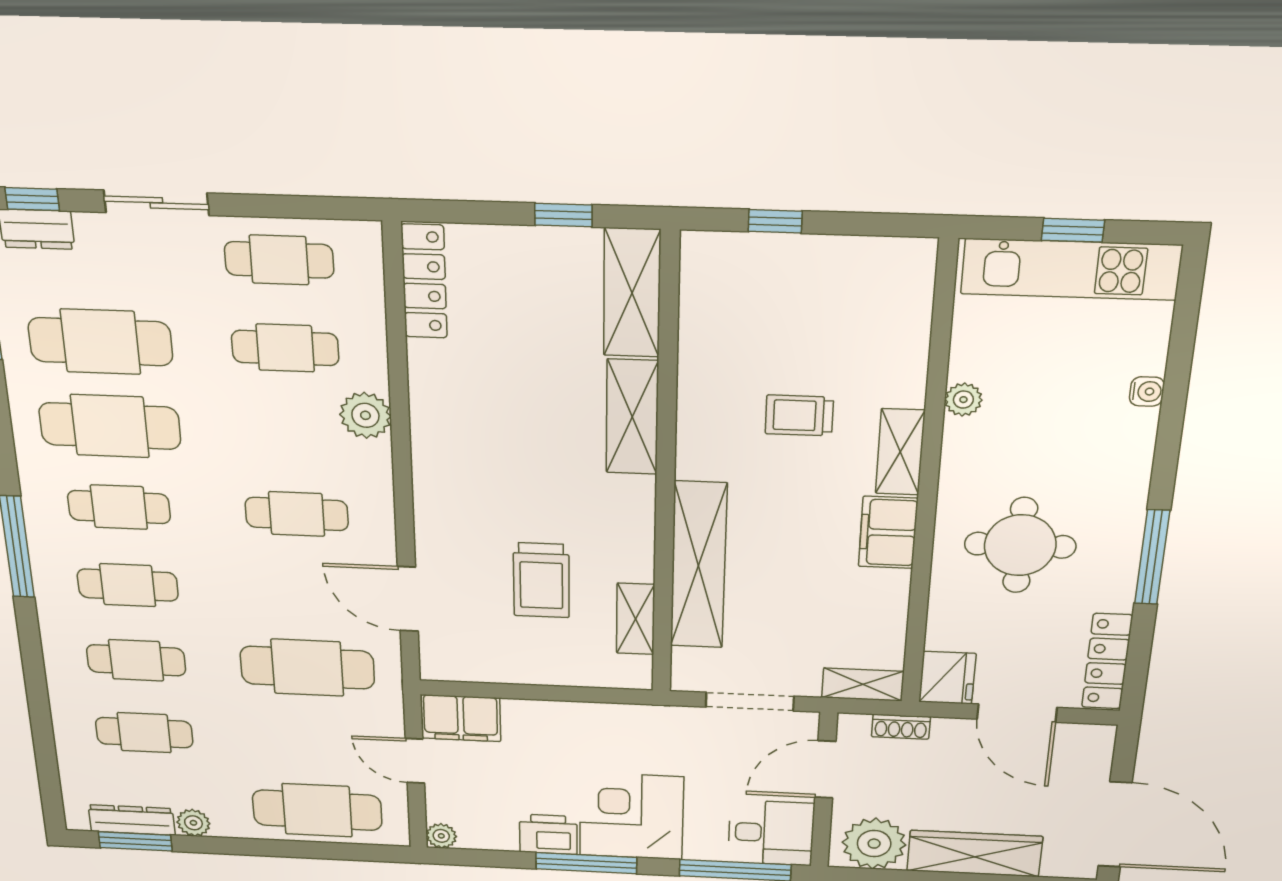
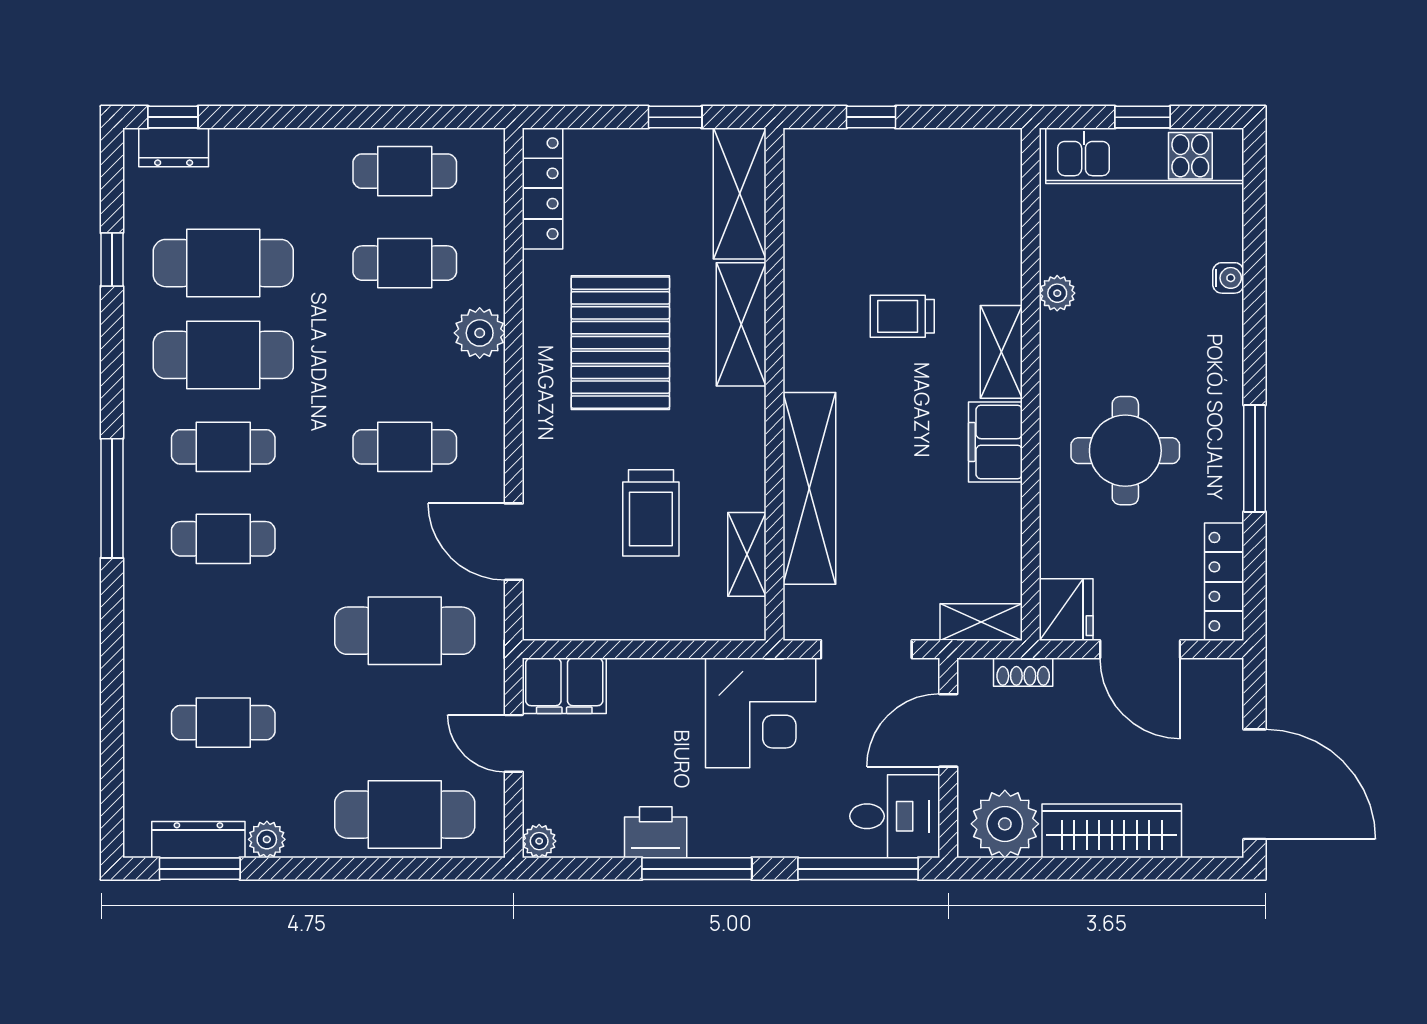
sliding door: (156, 203) -> (292, 117), removed
pallet: (509, 429) -> (620, 343), added
cafe table: (136, 660) -> (223, 631), removed
corner desk: (631, 816) -> (761, 713), moved, turned 180

